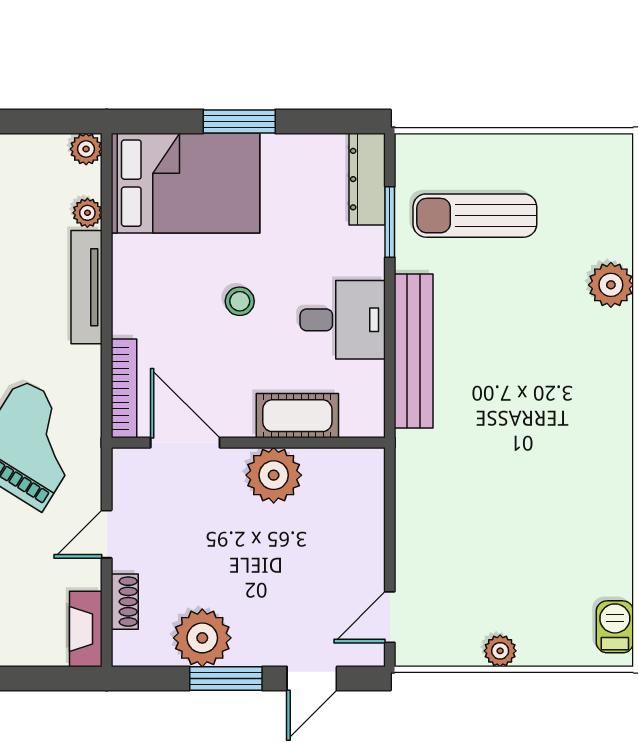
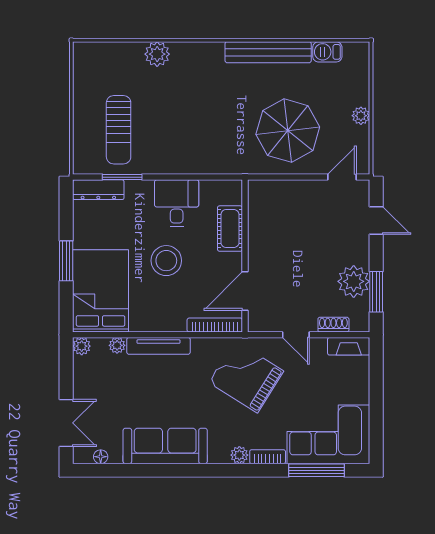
stool: (240, 301) -> (166, 261), width x1.89, depth x1.89
bench: (414, 351) -> (268, 52), moved
plant: (274, 475) -> (263, 242), removed
parasol: (473, 520) -> (288, 131), added
door: (390, 617) -> (342, 177), swing flipped
barbecue: (615, 627) -> (327, 52), moved
window: (226, 678) -> (376, 292), moved

